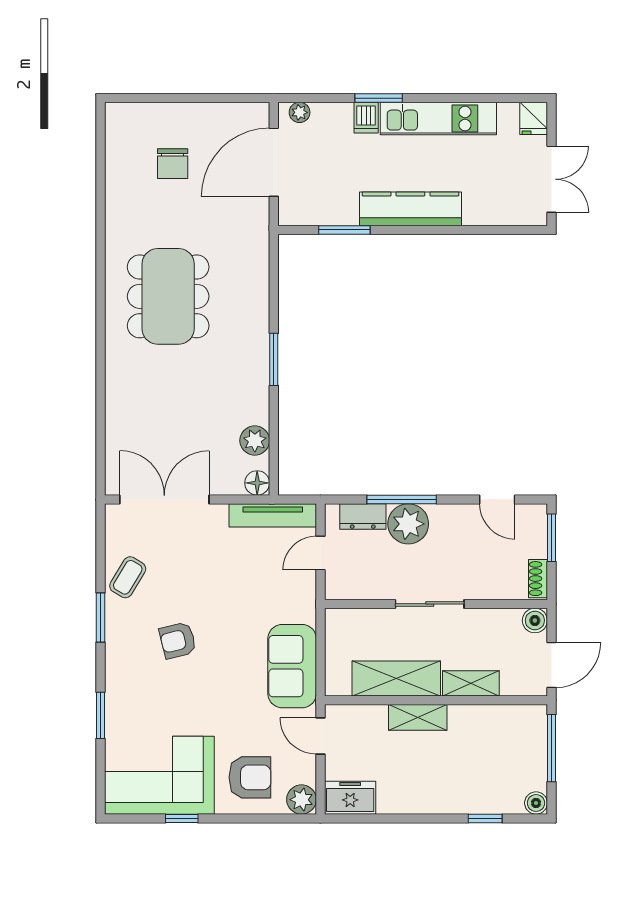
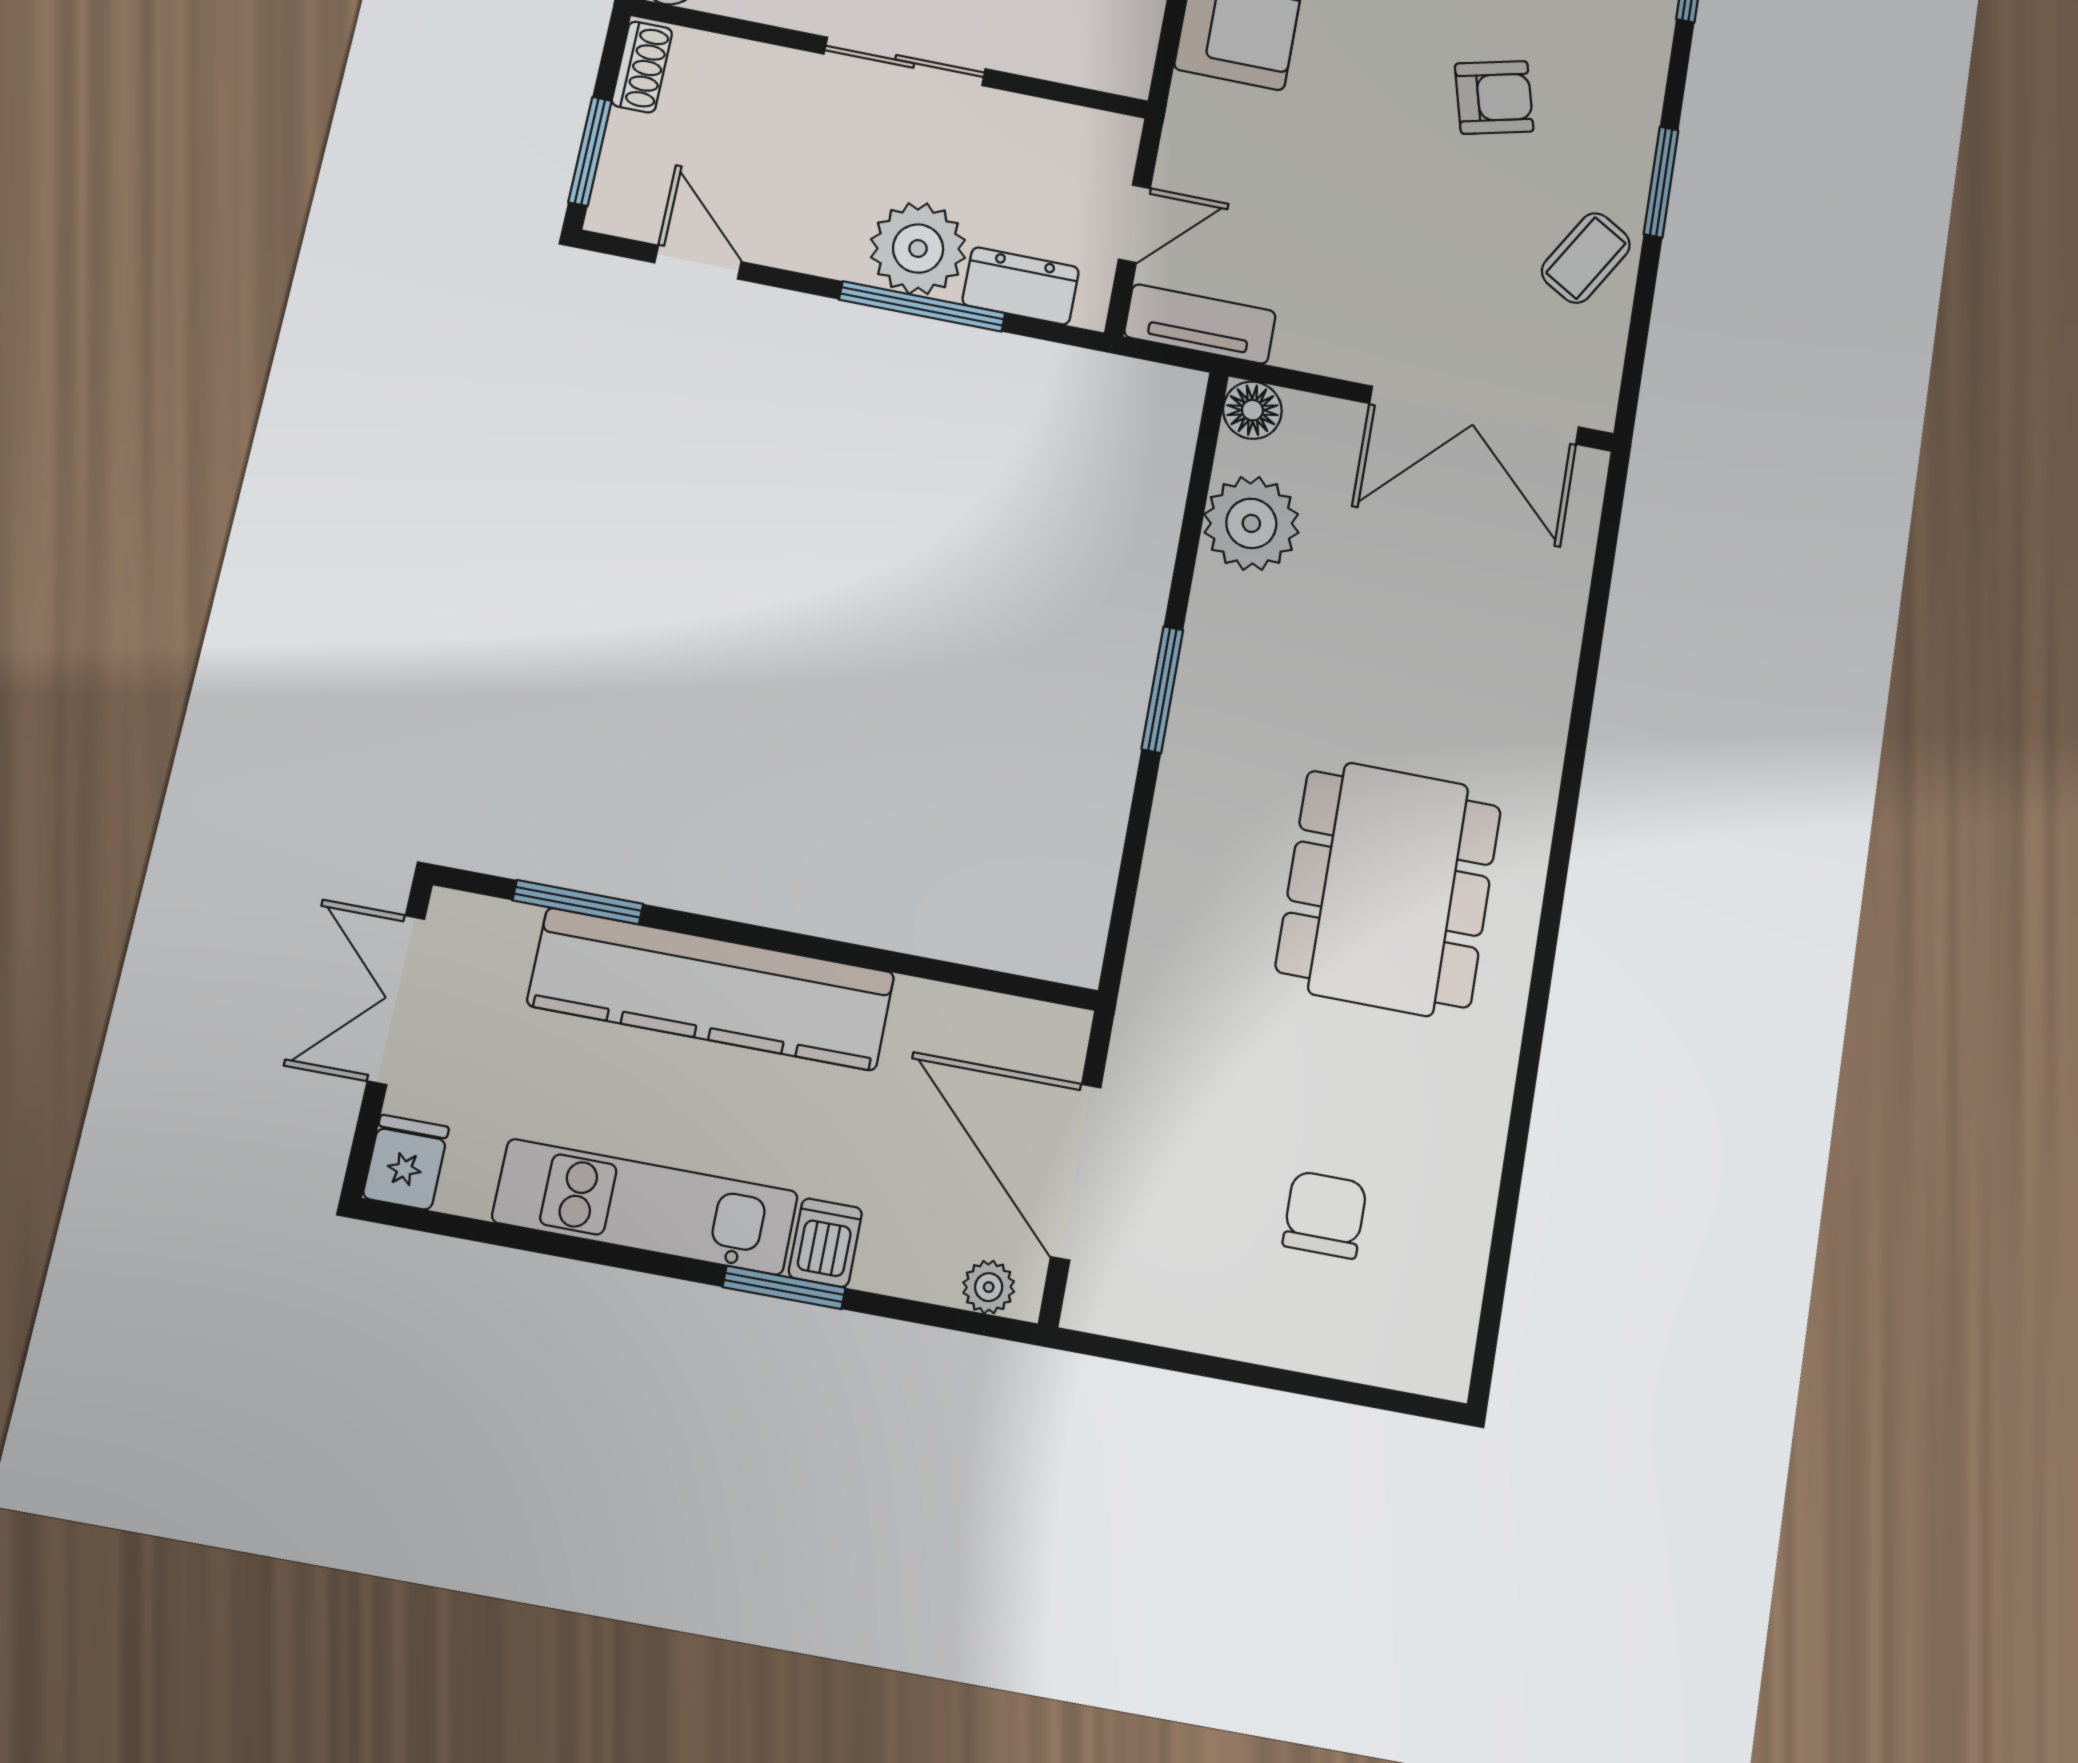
door: (274, 162) -> (1076, 1172), swing flipped
kitchen counter: (410, 209) -> (711, 989), width x1.39, depth x1.17
window: (344, 230) -> (578, 902), moved
plant: (255, 441) -> (1251, 523), width x1.36, depth x1.36
tv unit: (273, 515) -> (1200, 324), width x0.71

